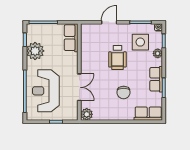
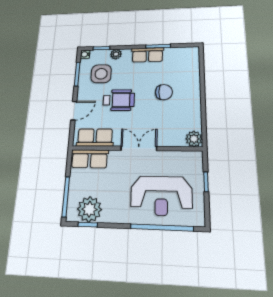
door: (109, 22) -> (74, 111), swing flipped
plant: (35, 51) -> (89, 209), moved
double door: (79, 87) -> (139, 148), moved
row of seats: (148, 114) -> (95, 138), moved, turned 90

